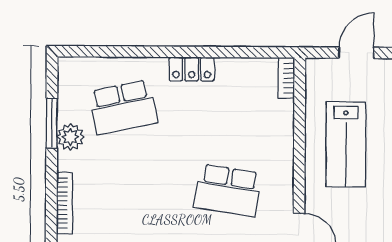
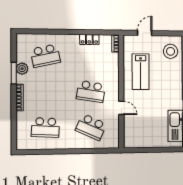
locker: (192, 69) -> (89, 40), moved
window: (52, 123) -> (14, 73), moved

